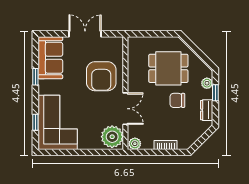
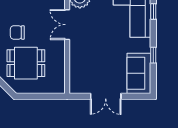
armchair: (101, 76) -> (90, 56), removed
chair: (177, 100) -> (17, 32), turned 180

